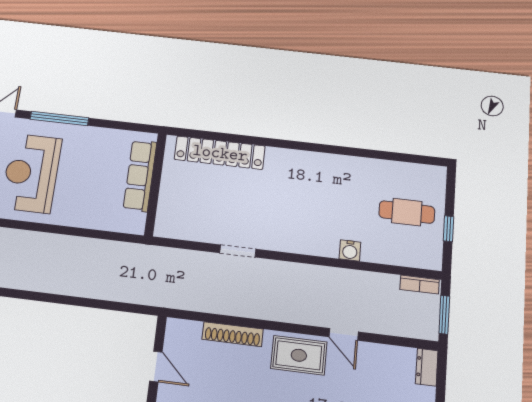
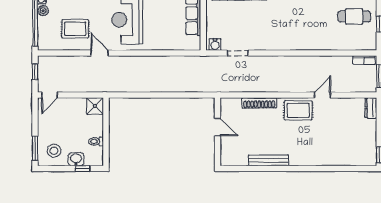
water cooler: (350, 250) -> (215, 44), moved
doorway: (238, 251) -> (238, 53), moved
door: (344, 334) -> (323, 95), swing flipped

